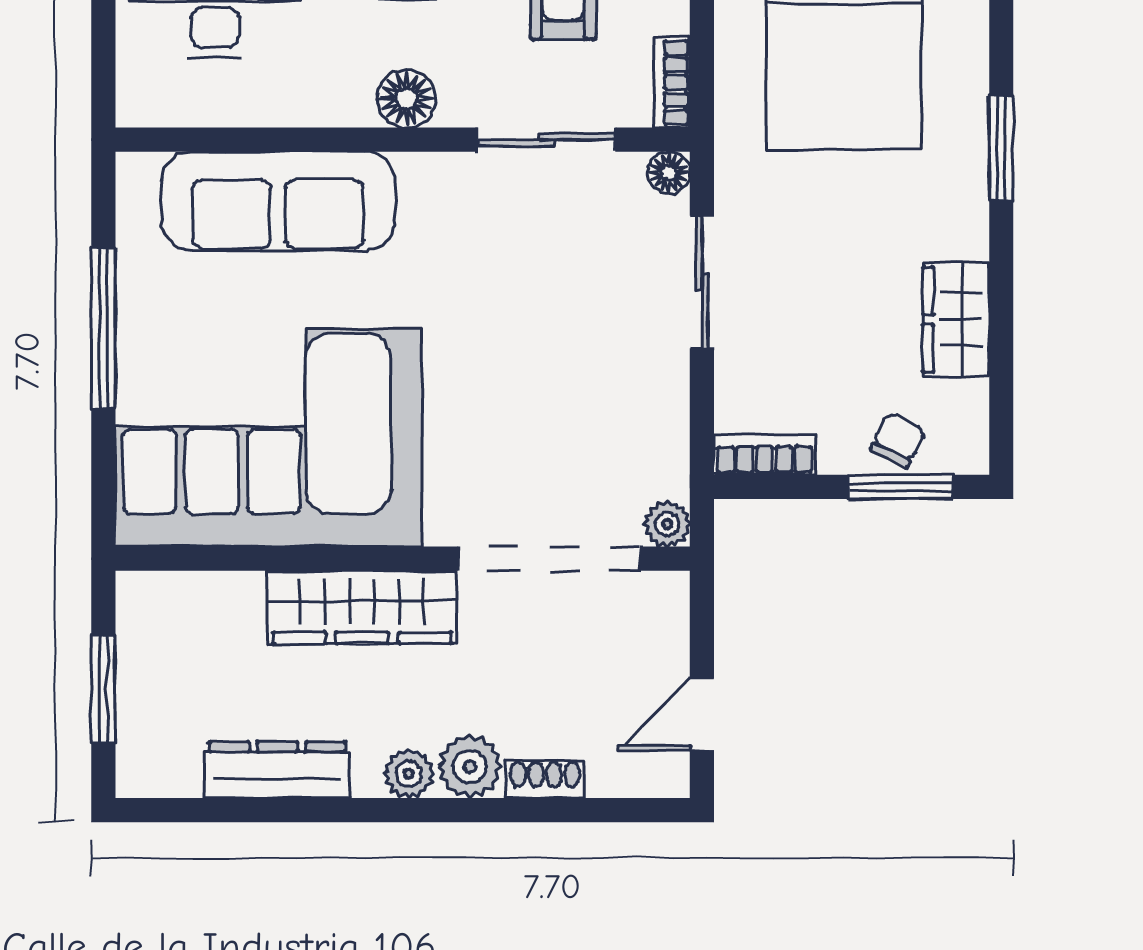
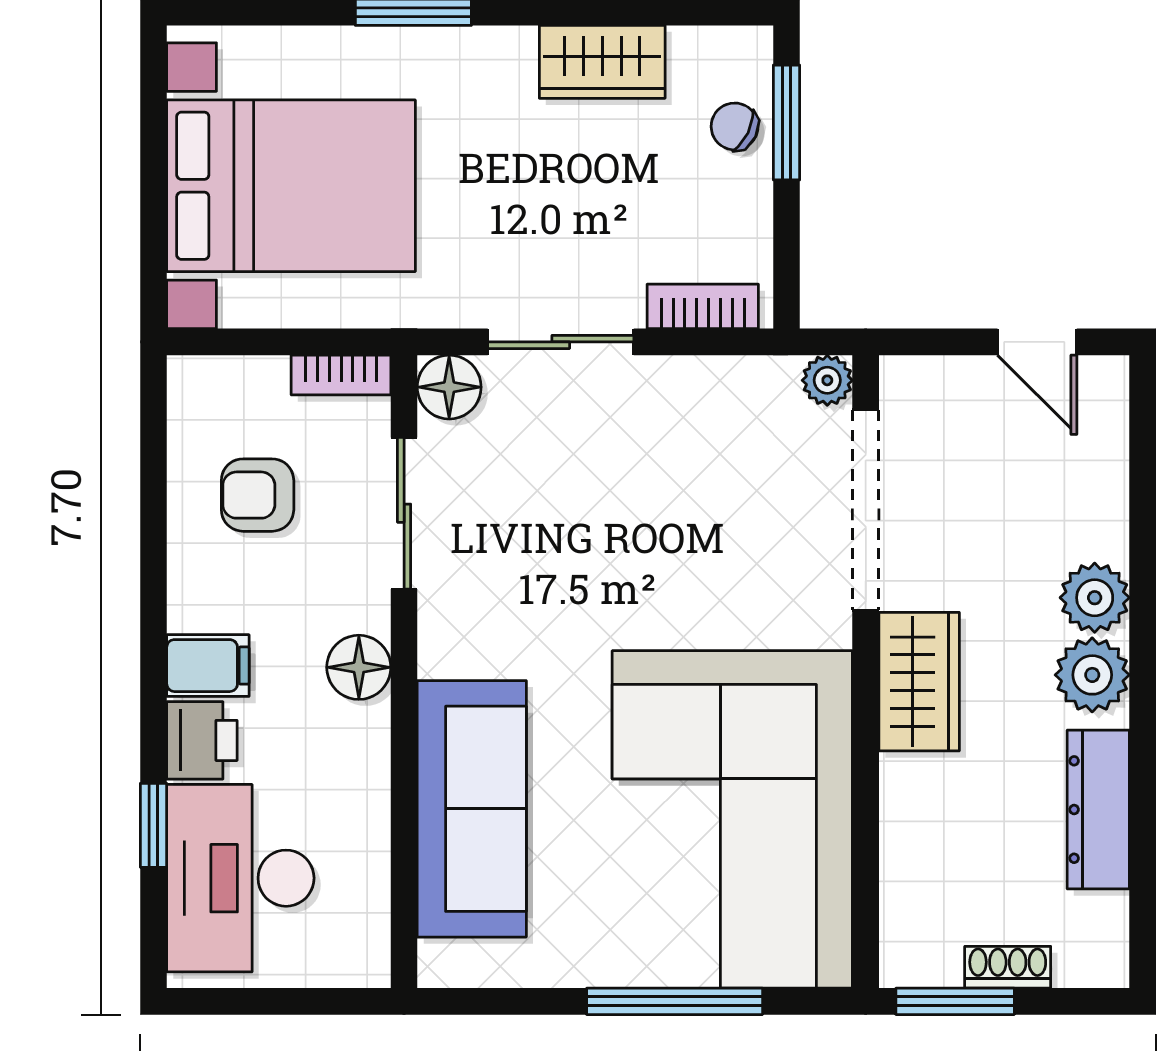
floor lamp: (669, 173) -> (449, 387), width x1.37, depth x1.37
window: (103, 328) -> (675, 1001), moved
bookcase: (764, 455) -> (703, 306), moved, turned 90
wardrobe: (362, 607) -> (919, 682), width x0.67
window: (103, 689) -> (955, 1001), moved
plant: (409, 774) -> (1092, 675), width x1.38, depth x1.38
shoe rack: (545, 779) -> (1008, 967), moved, turned 90

